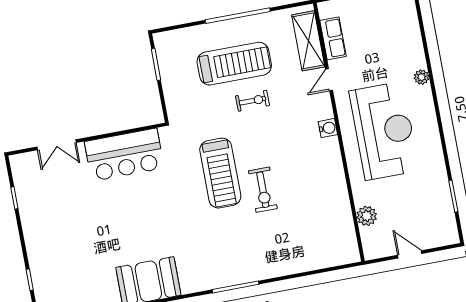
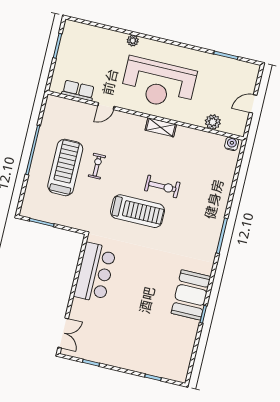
shelving: (308, 41) -> (161, 127), moved, width x0.67, depth x0.75
door: (329, 80) -> (106, 106), hinge flipped
water cooler: (328, 128) -> (232, 144), moved
reception desk: (384, 131) -> (159, 83), turned 180
double door: (57, 145) -> (63, 333), moved

